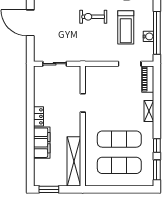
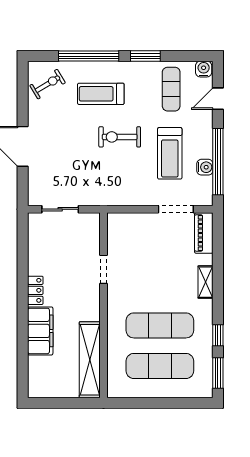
window: (49, 189) -> (51, 403), removed

